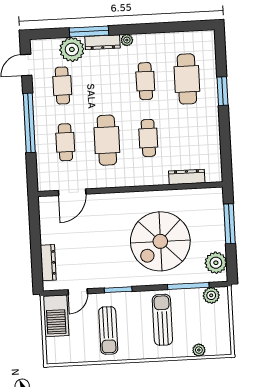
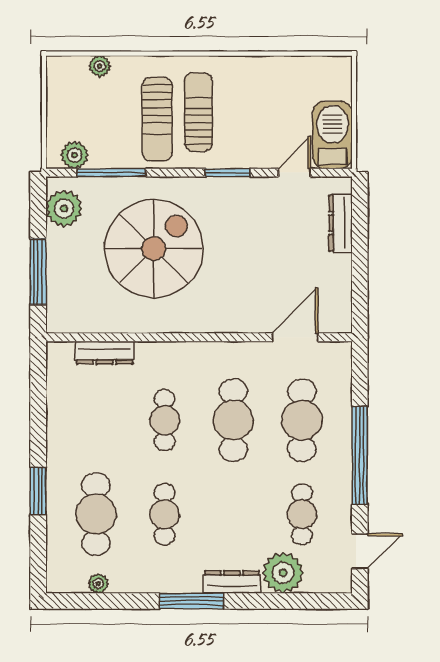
window: (89, 31) -> (191, 601), moved
plant: (127, 40) -> (98, 584), moved
cafe table: (65, 142) -> (302, 420), width x1.37, depth x1.35
sun lounger: (108, 330) -> (198, 112), moved

